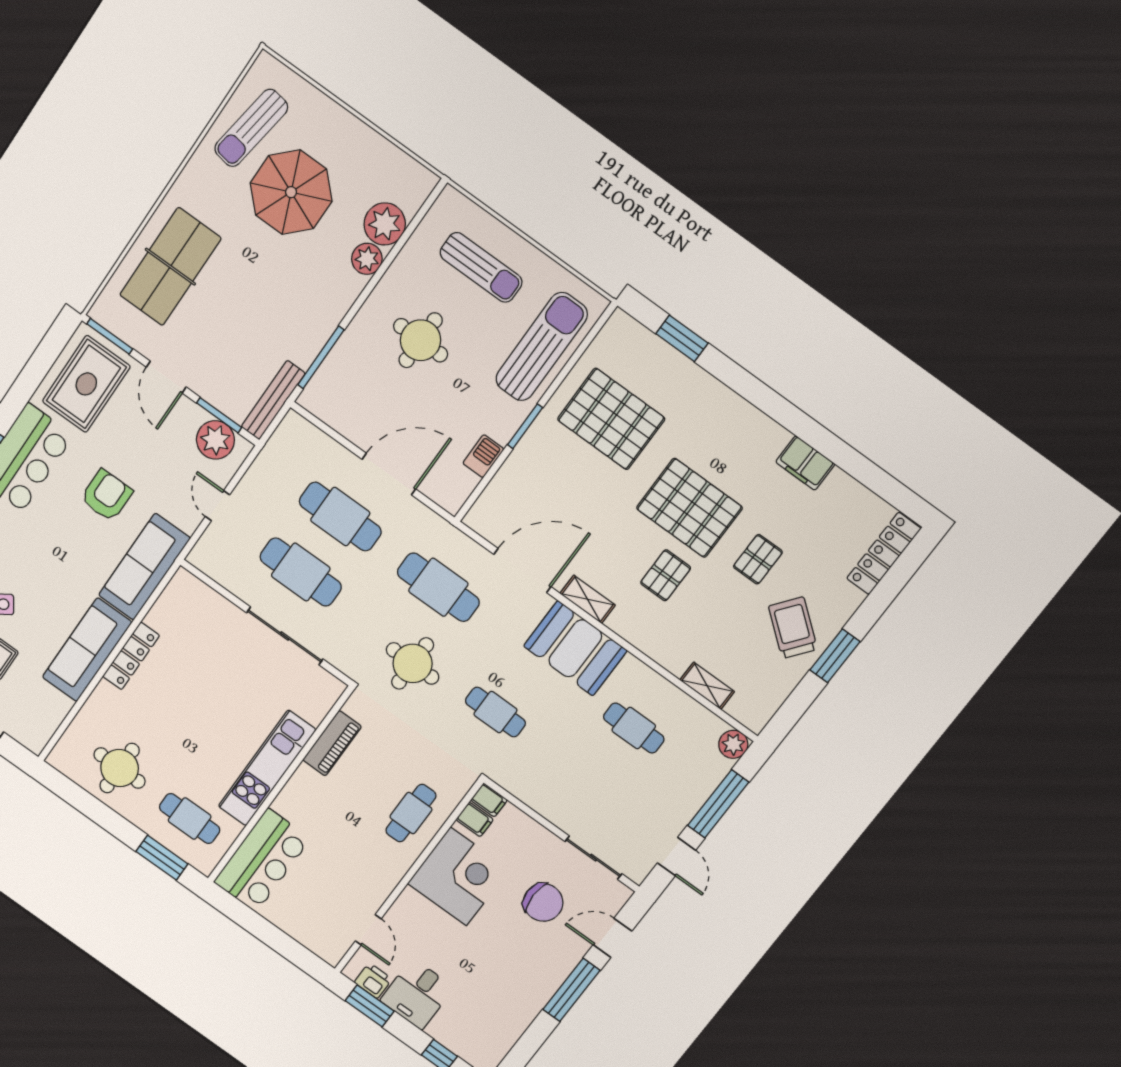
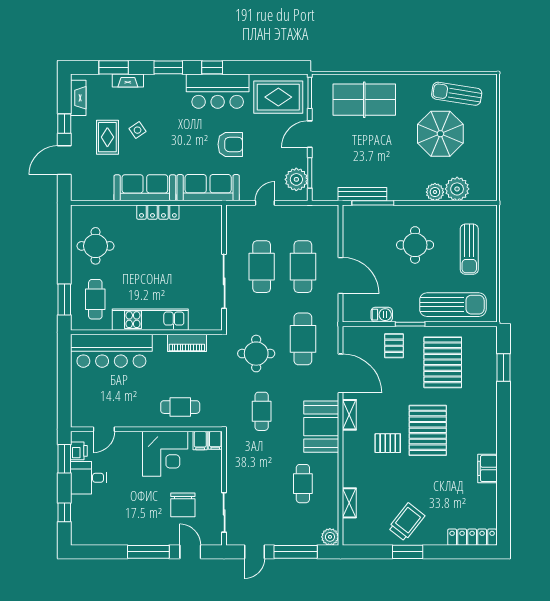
bench: (273, 400) -> (362, 194), moved
pallet: (758, 559) -> (394, 346), moved, turned 90
bar counter: (262, 860) -> (111, 351), width x1.36

